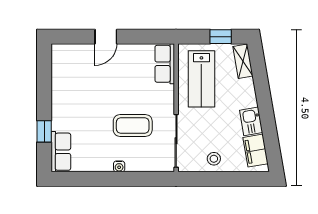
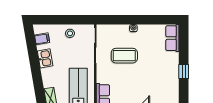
window: (44, 131) -> (184, 71), moved
filing cabinet: (255, 151) -> (42, 39), width x0.50

